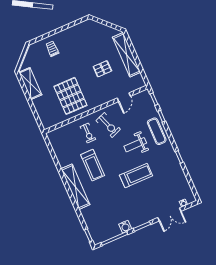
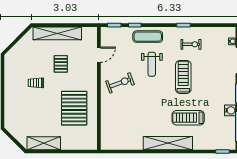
trolley: (52, 49) -> (36, 83), moved
pallet: (70, 96) -> (74, 108), turned 90
door: (124, 97) -> (99, 55), hinge flipped
exercise bike: (88, 133) -> (191, 44), moved
treadmill: (93, 165) -> (188, 118), moved, turned 180

